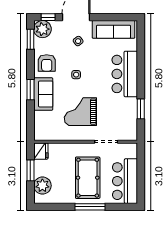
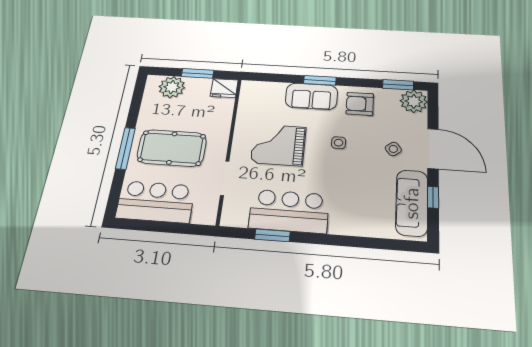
window: (48, 17) -> (433, 197), moved
bar counter: (125, 74) -> (289, 211), moved
grand piano: (80, 112) -> (278, 145), turned -90

